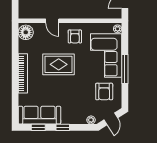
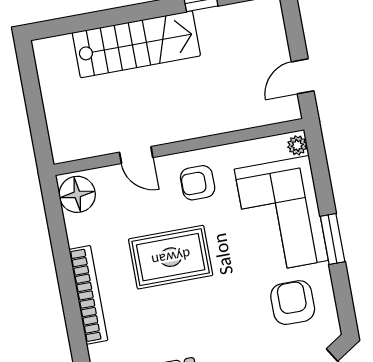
armchair: (75, 36) -> (198, 183), turned 90
window: (125, 69) -> (333, 239), width x0.69
armchair: (104, 92) -> (293, 303), turned 180

